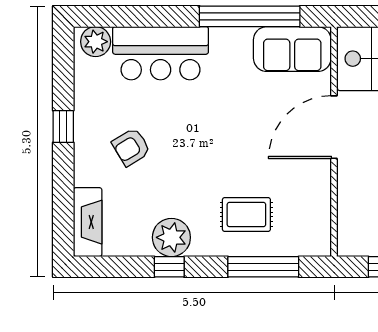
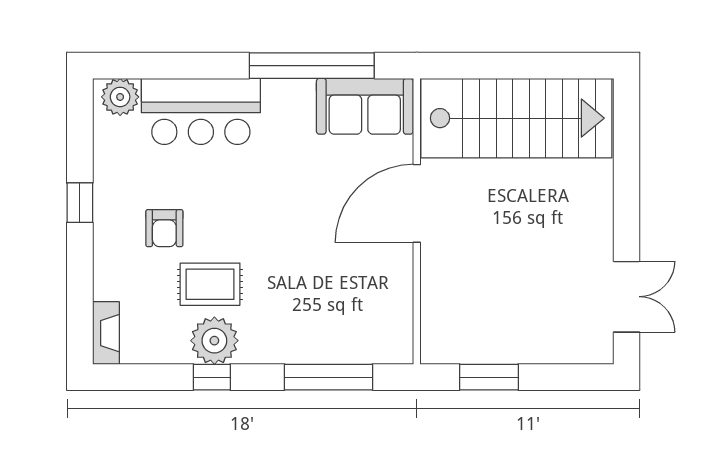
armchair: (131, 147) -> (164, 228), turned -59
rug: (246, 215) -> (210, 284), moved
fireplace: (88, 222) -> (106, 333), width x0.73, depth x0.76

